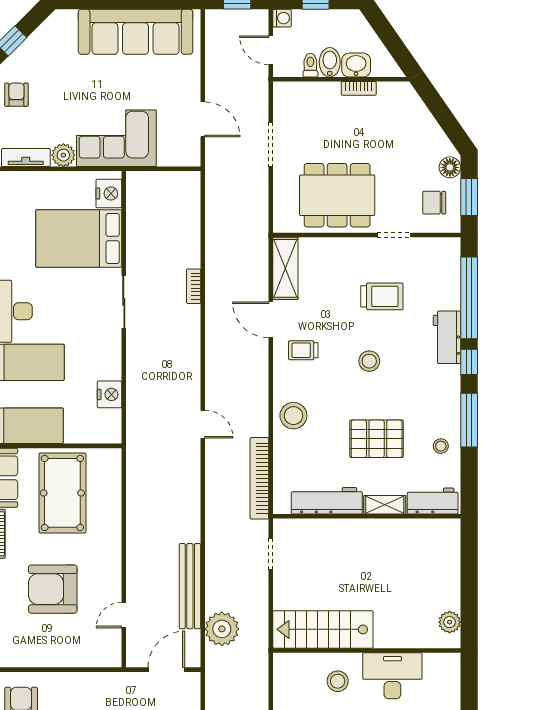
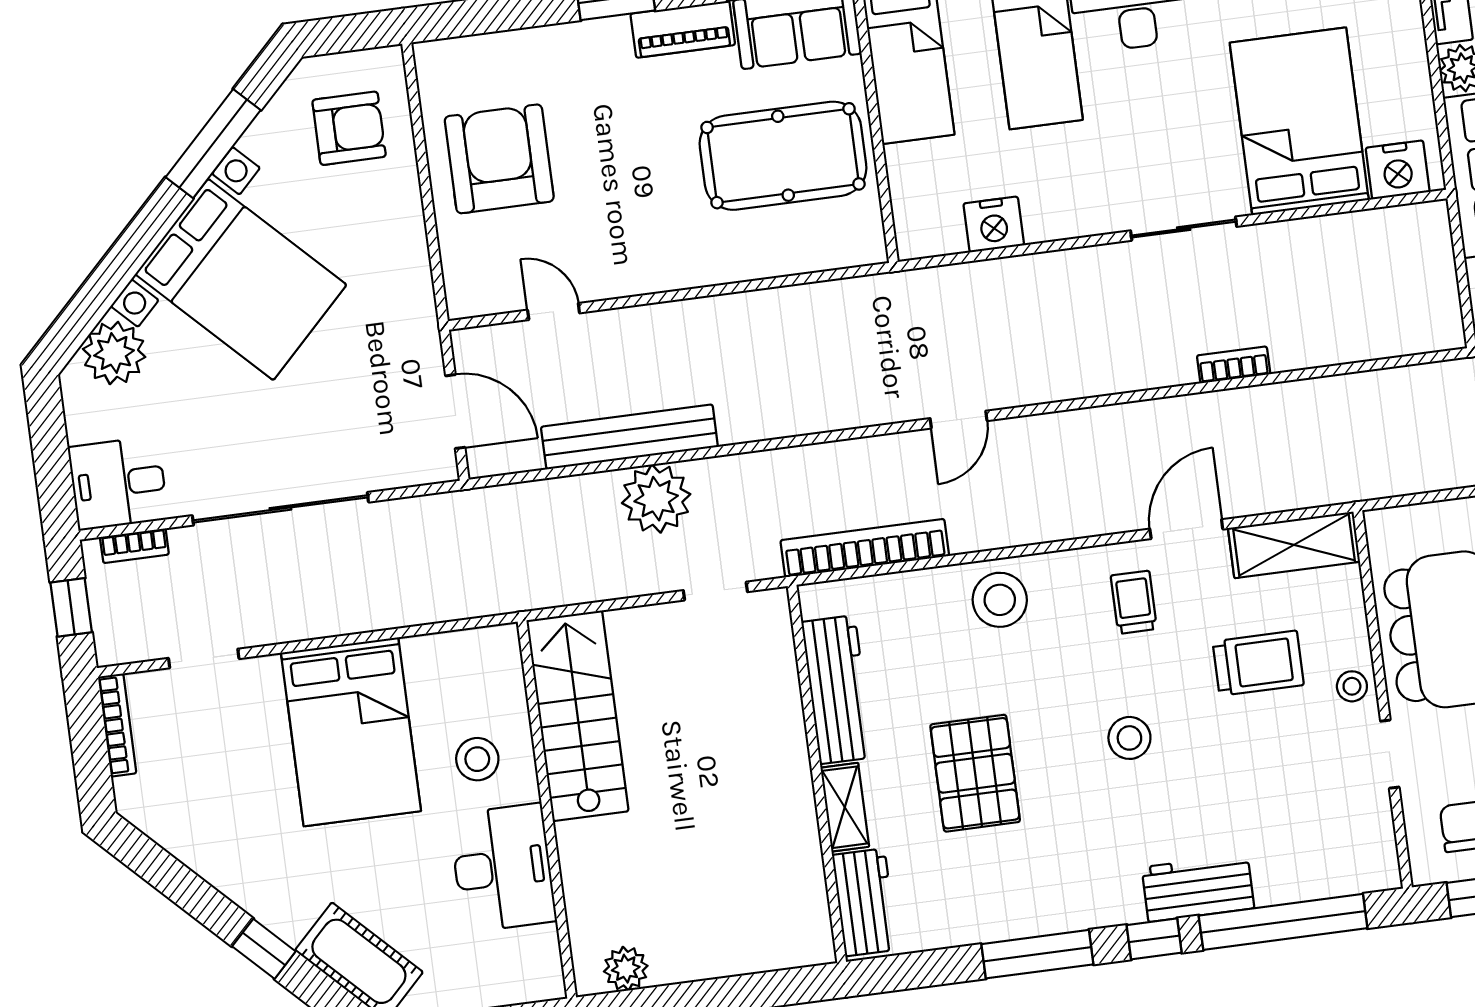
trolley: (382, 296) -> (1258, 663), moved, turned -90
stool: (441, 446) -> (1352, 686), moved
armchair: (53, 589) -> (499, 159), moved
plant: (222, 629) -> (656, 499), moved

